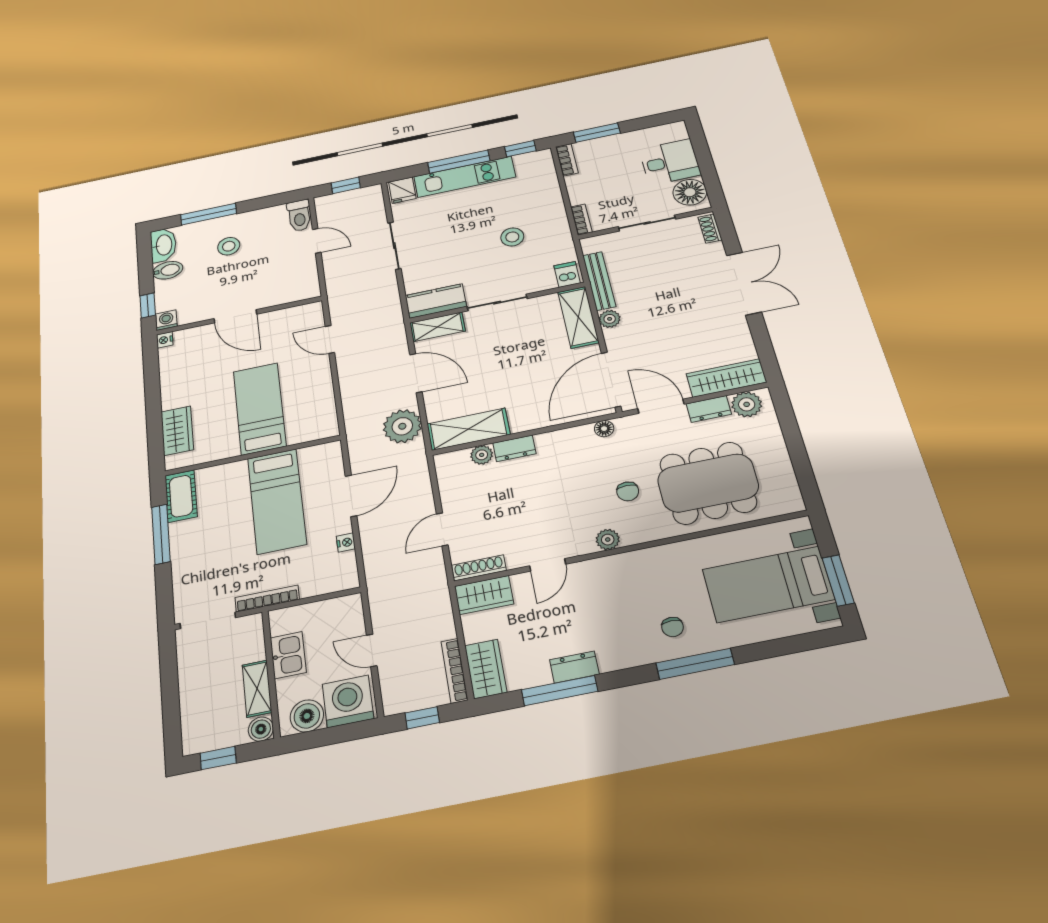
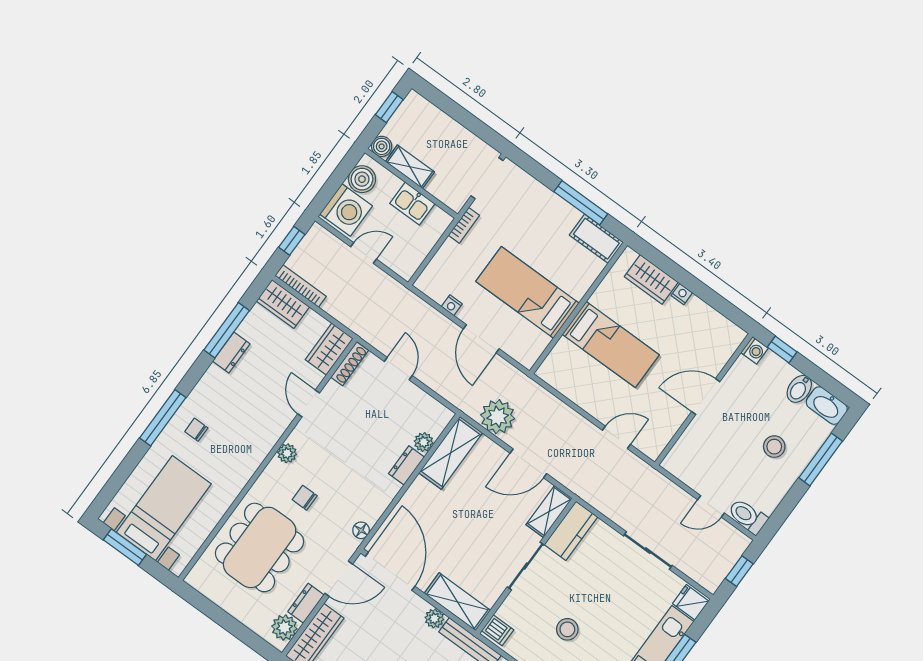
nightstand: (165, 340) -> (682, 294), moved
bookcase: (267, 598) -> (464, 225), width x0.64

